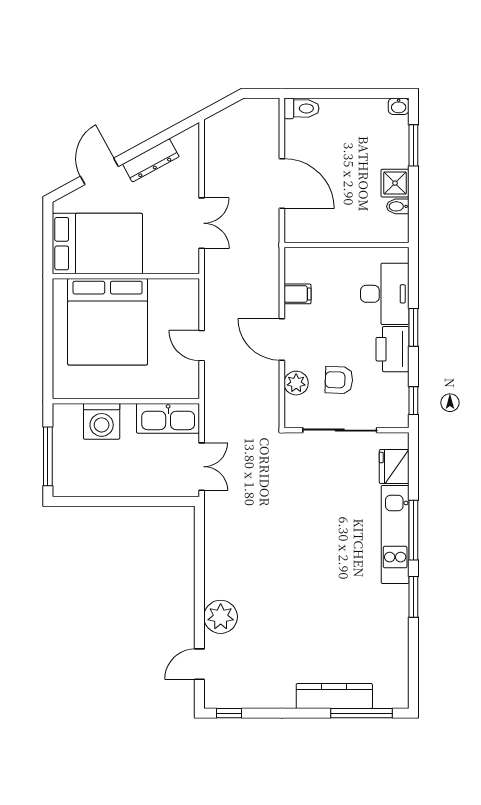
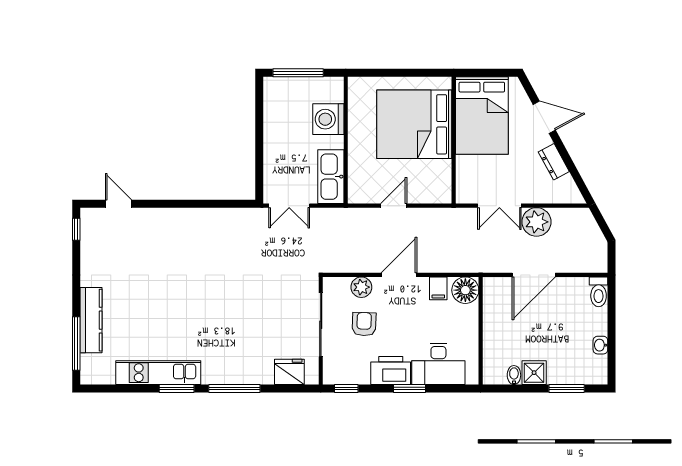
washbasin: (399, 106) -> (600, 345), moved
dresser: (151, 160) -> (554, 162), width x0.70
floor lamp: (300, 263) -> (465, 290), added
kitchen unit: (395, 534) -> (158, 373), moved
plant: (221, 617) -> (536, 222), moved

